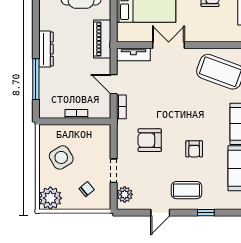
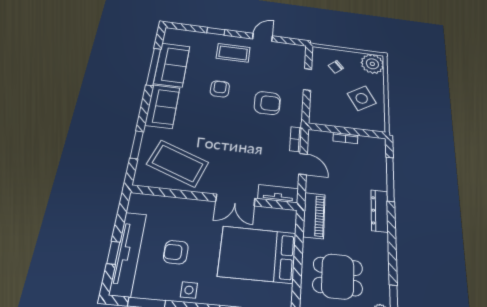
plant: (125, 194) -> (297, 57), removed

